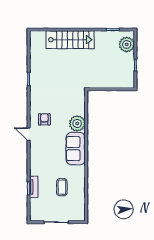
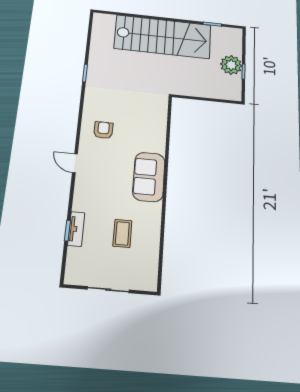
stairs: (70, 40) -> (163, 37), width x1.36, depth x1.51
plant: (127, 44) -> (231, 65), moved
plant: (77, 123) -> (154, 141), removed
door: (29, 134) -> (75, 163), moved

